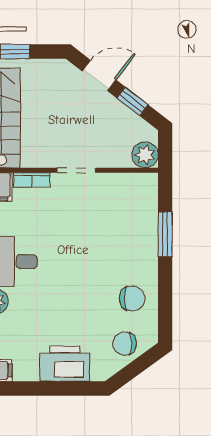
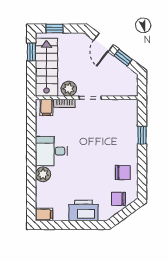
door: (99, 76) -> (104, 43), swing flipped
plant: (145, 155) -> (69, 89), moved
window: (165, 234) -> (142, 135), width x0.67

